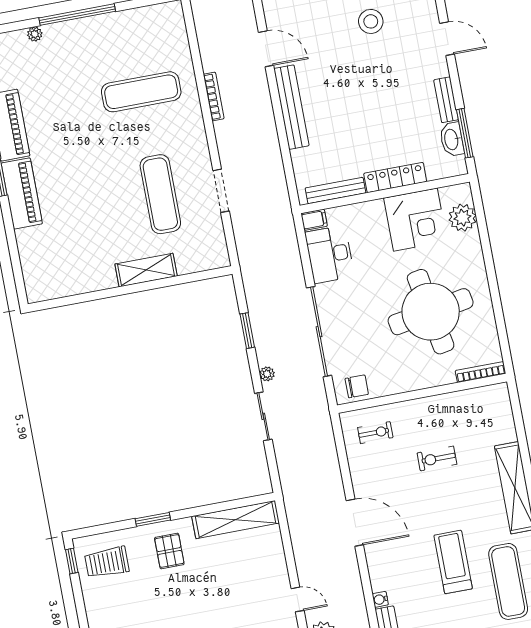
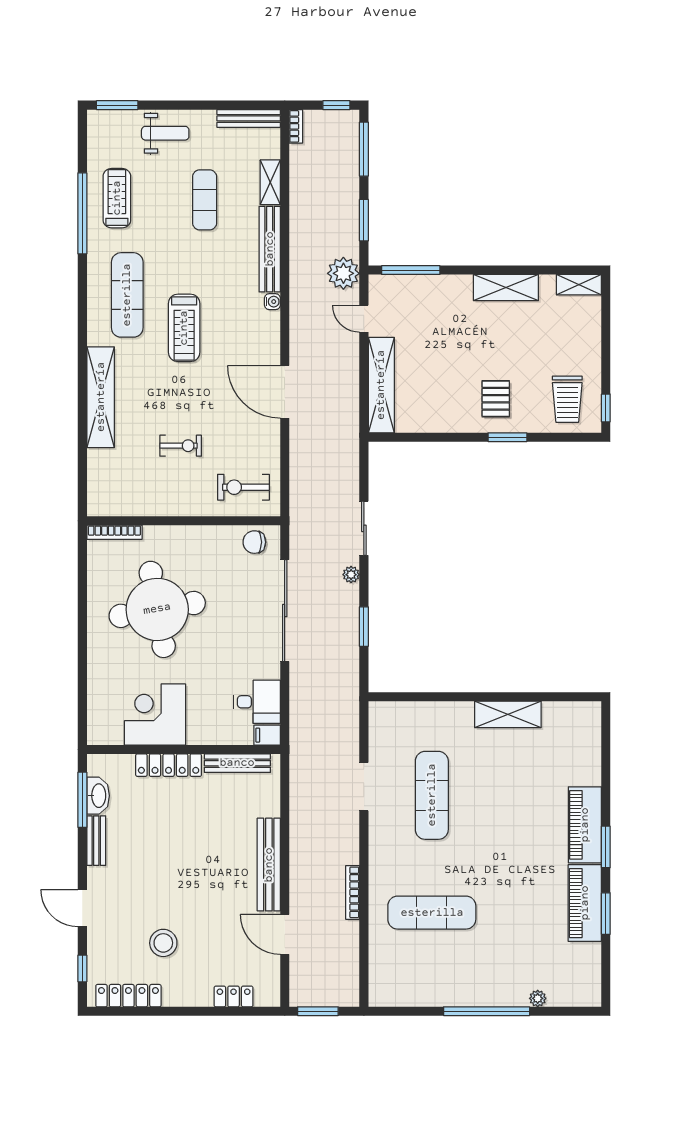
plant: (462, 218) -> (102, 707), removed
desk: (330, 254) -> (257, 702), width x0.73
shelving: (146, 270) -> (508, 714), moved
exercise bike: (375, 433) -> (243, 487), width x1.38, depth x1.39
shelving: (236, 520) -> (381, 385), moved, turned 90
trolley: (107, 562) -> (567, 399), turned 90

